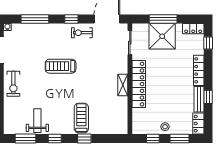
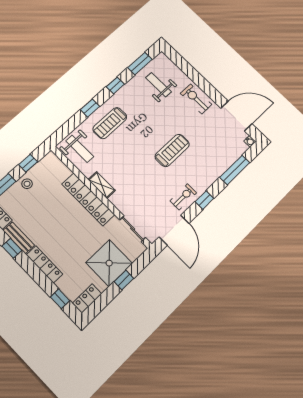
window: (163, 19) -> (124, 280), width x0.46
treadmill: (81, 118) -> (110, 123), turned 90
weight bench: (115, 119) -> (80, 149), added
weight bench: (37, 121) -> (158, 85), moved, turned 180

